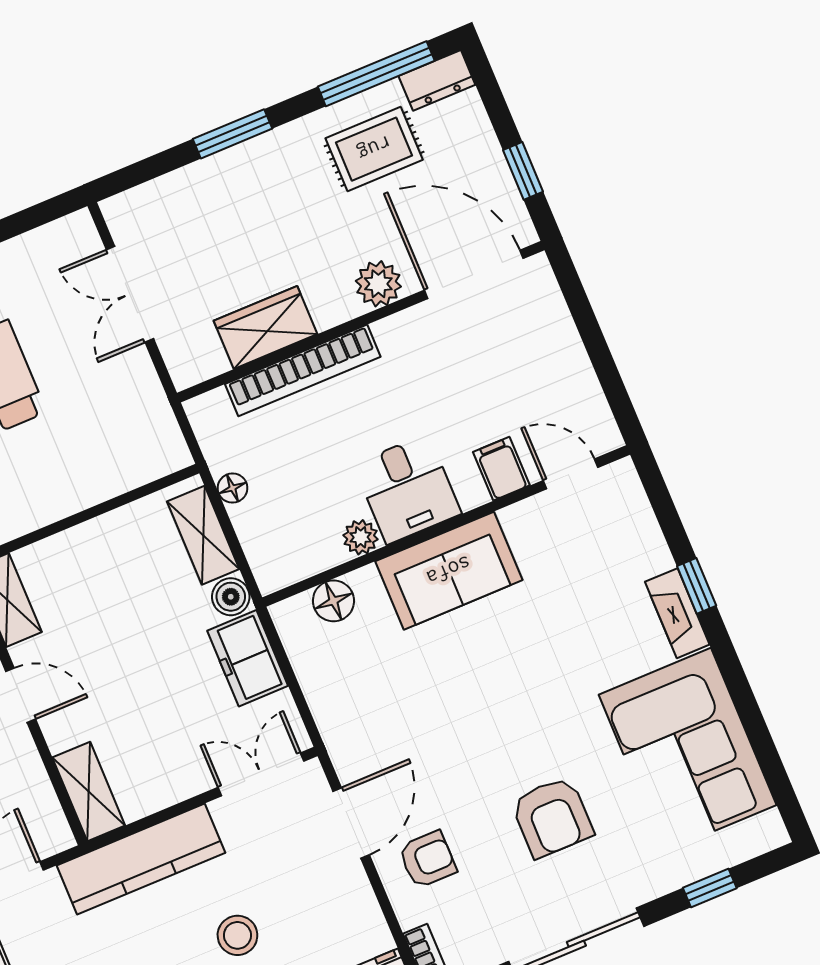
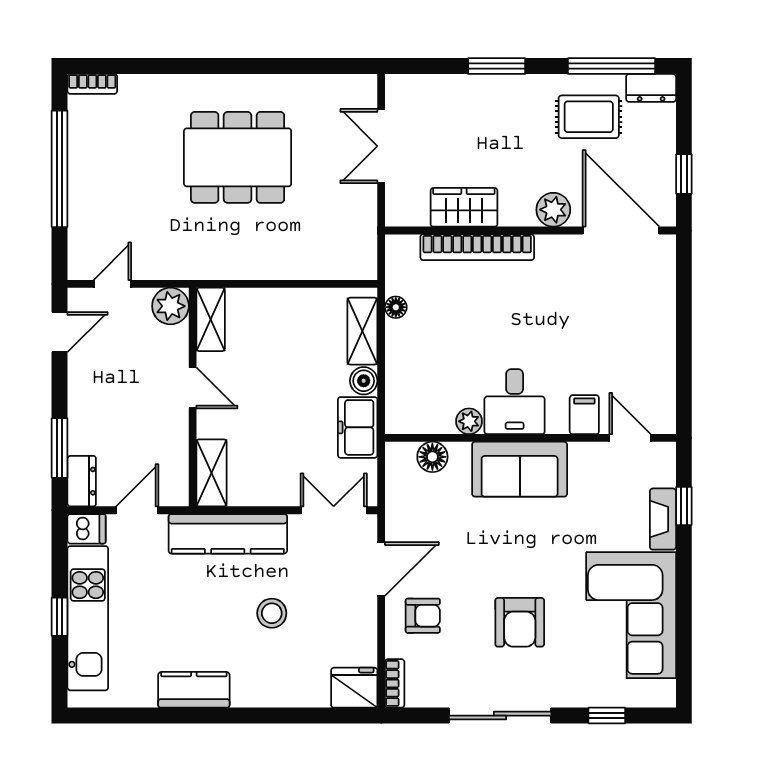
filing cabinet: (501, 469) -> (584, 415), moved
door: (571, 474) -> (630, 438), moved
desk: (407, 489) -> (515, 402), moved
wall: (446, 526) -> (530, 438), moved
plant: (361, 537) -> (469, 421), moved
sofa: (449, 571) -> (520, 469), moved
floor lamp: (333, 601) -> (432, 457), moved

